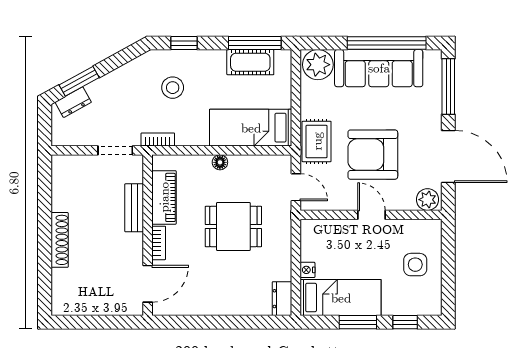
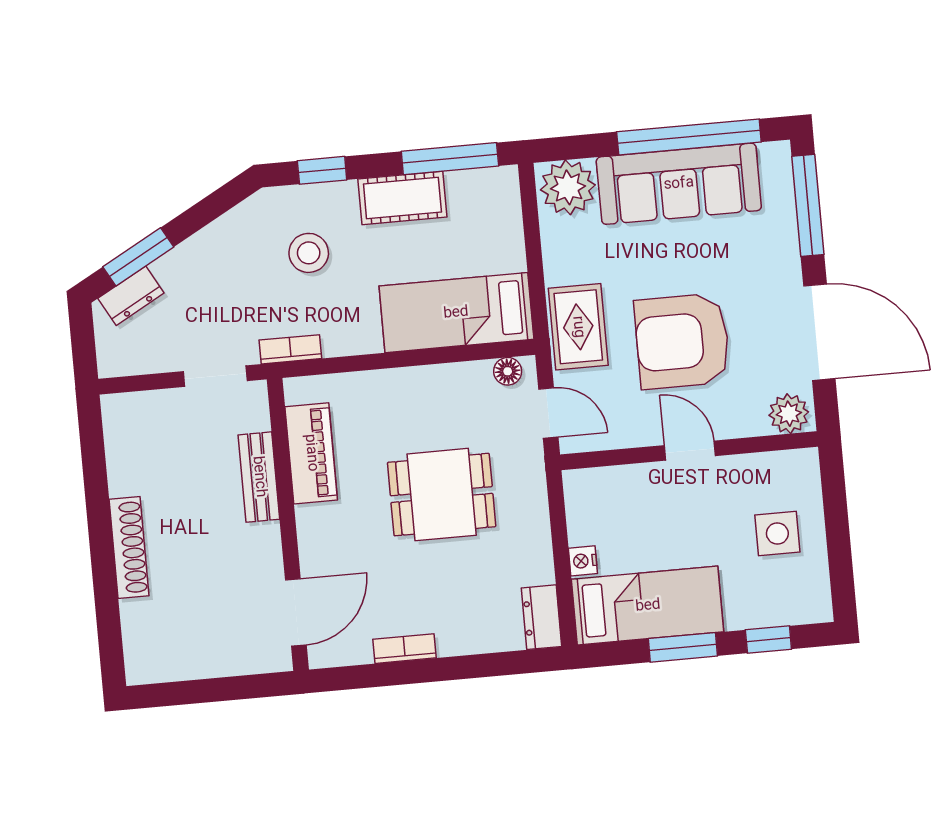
cot: (250, 62) -> (402, 198), moved
floor lamp: (220, 162) -> (508, 371), moved
bookcase: (159, 243) -> (404, 649), moved, turned -90

